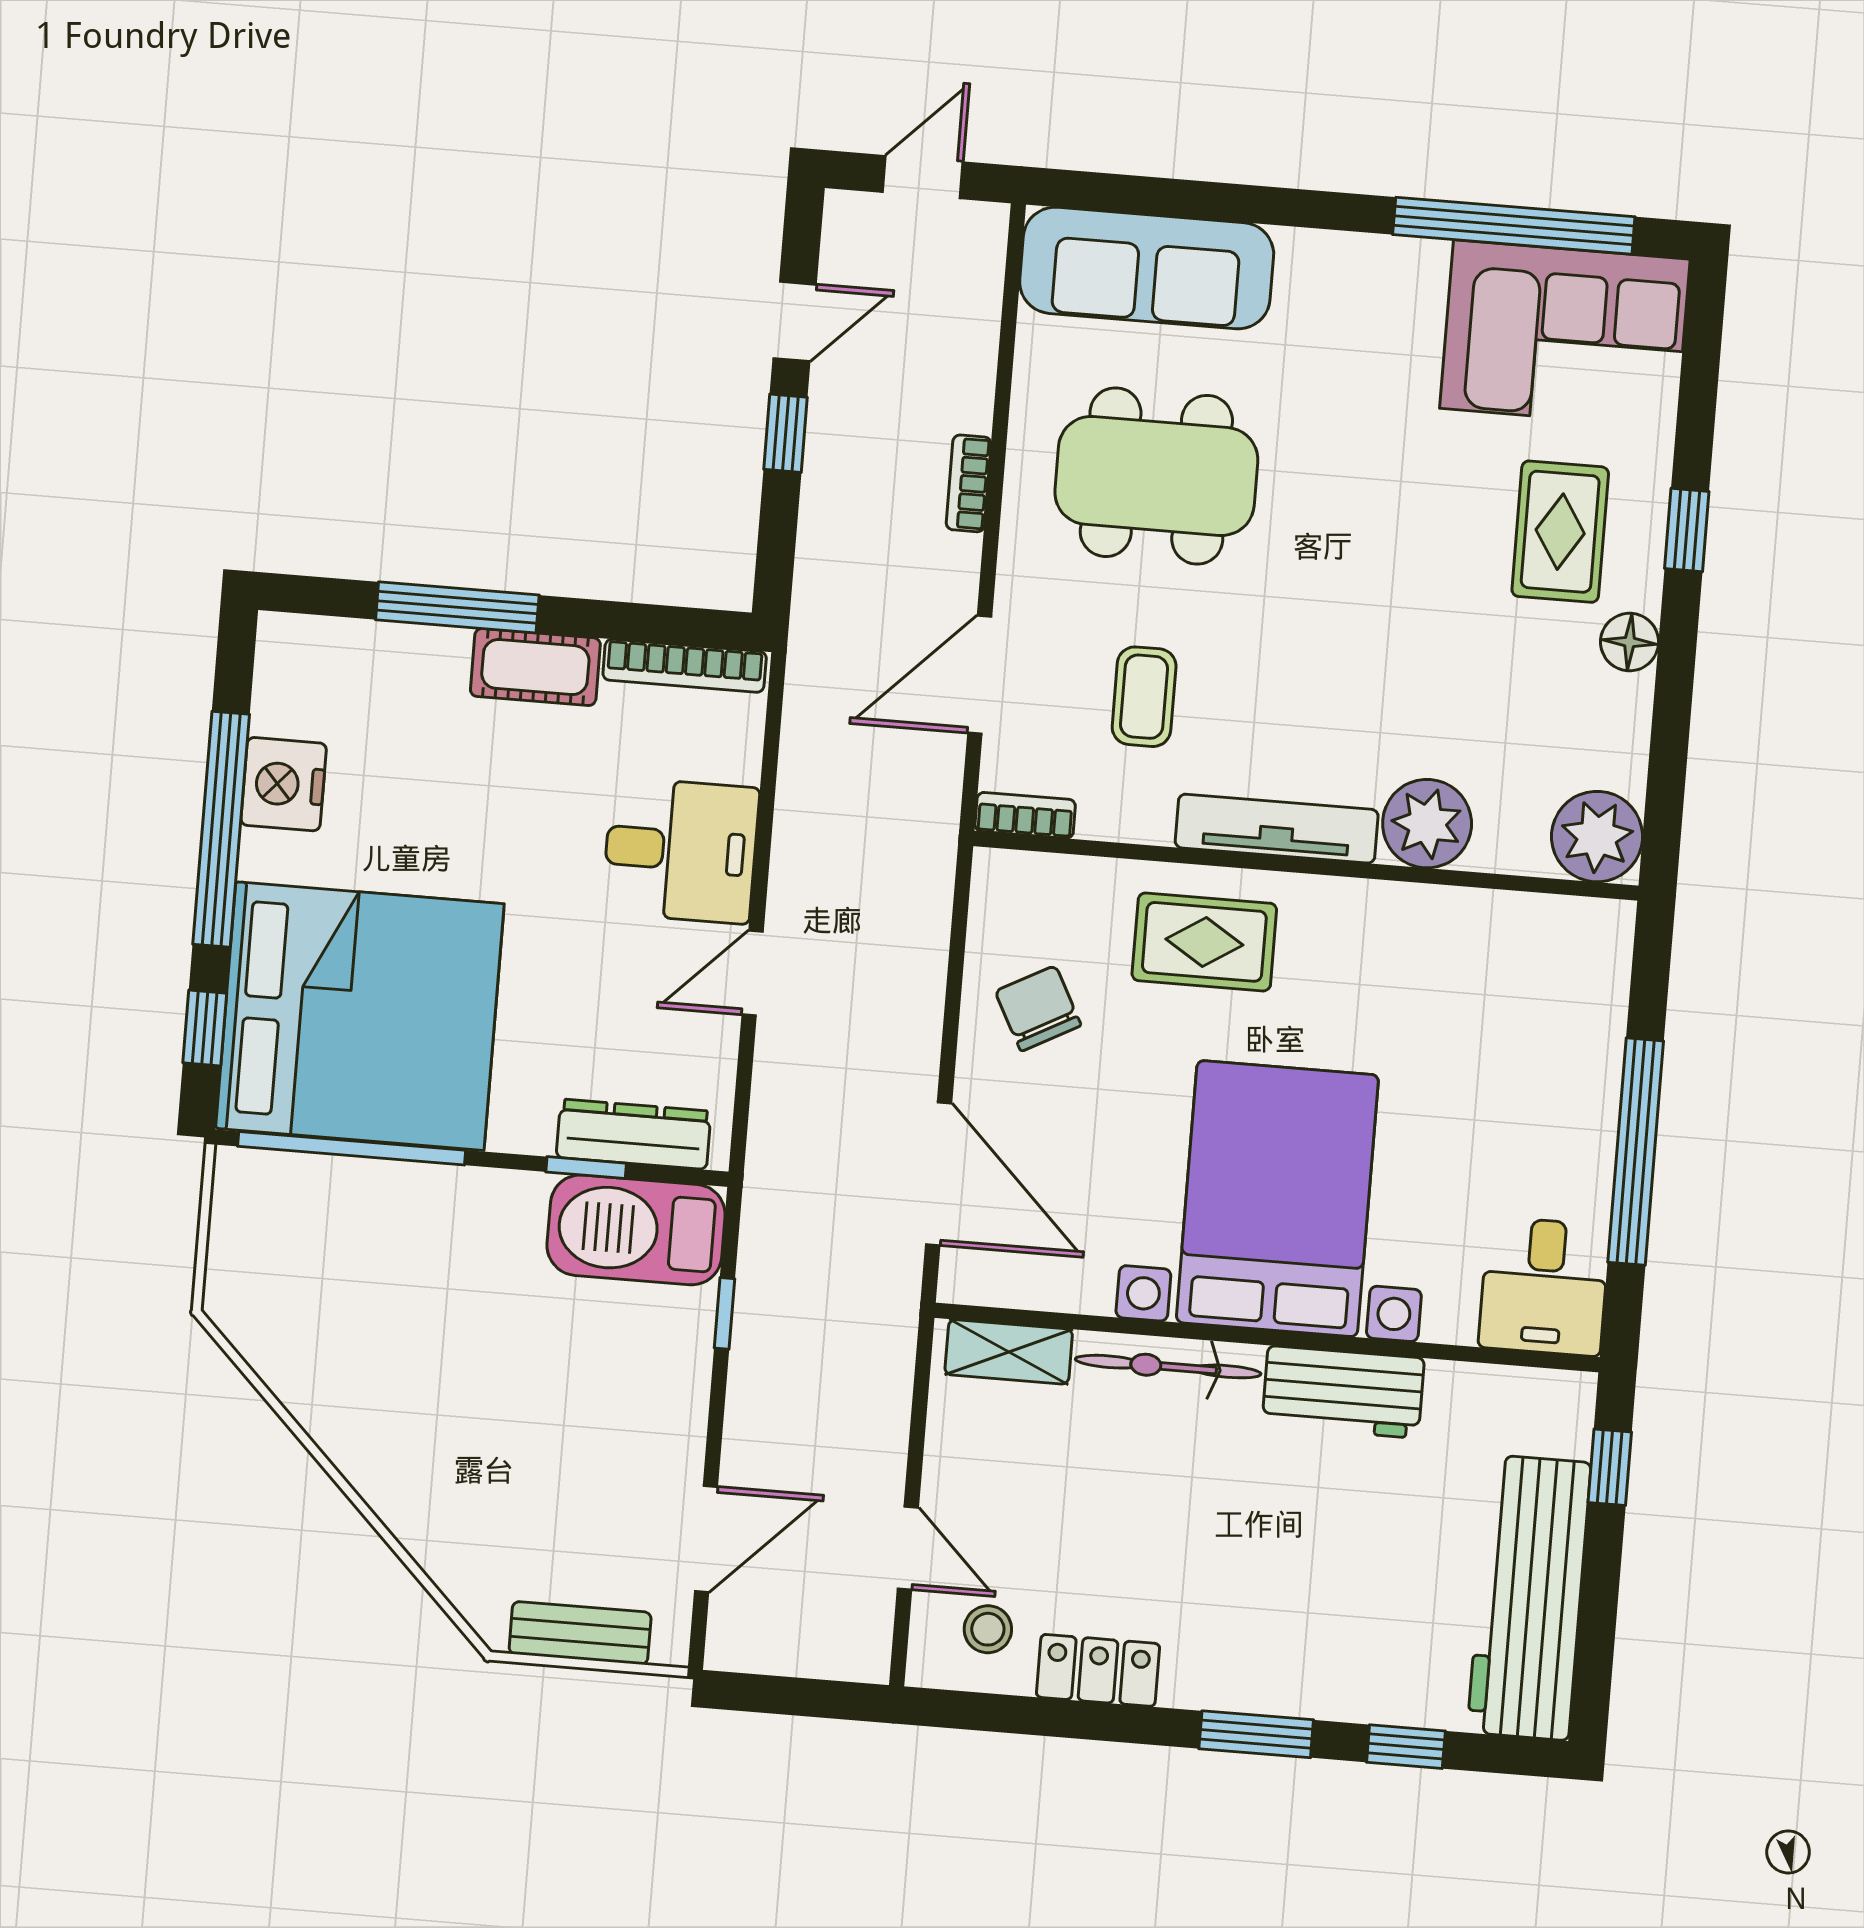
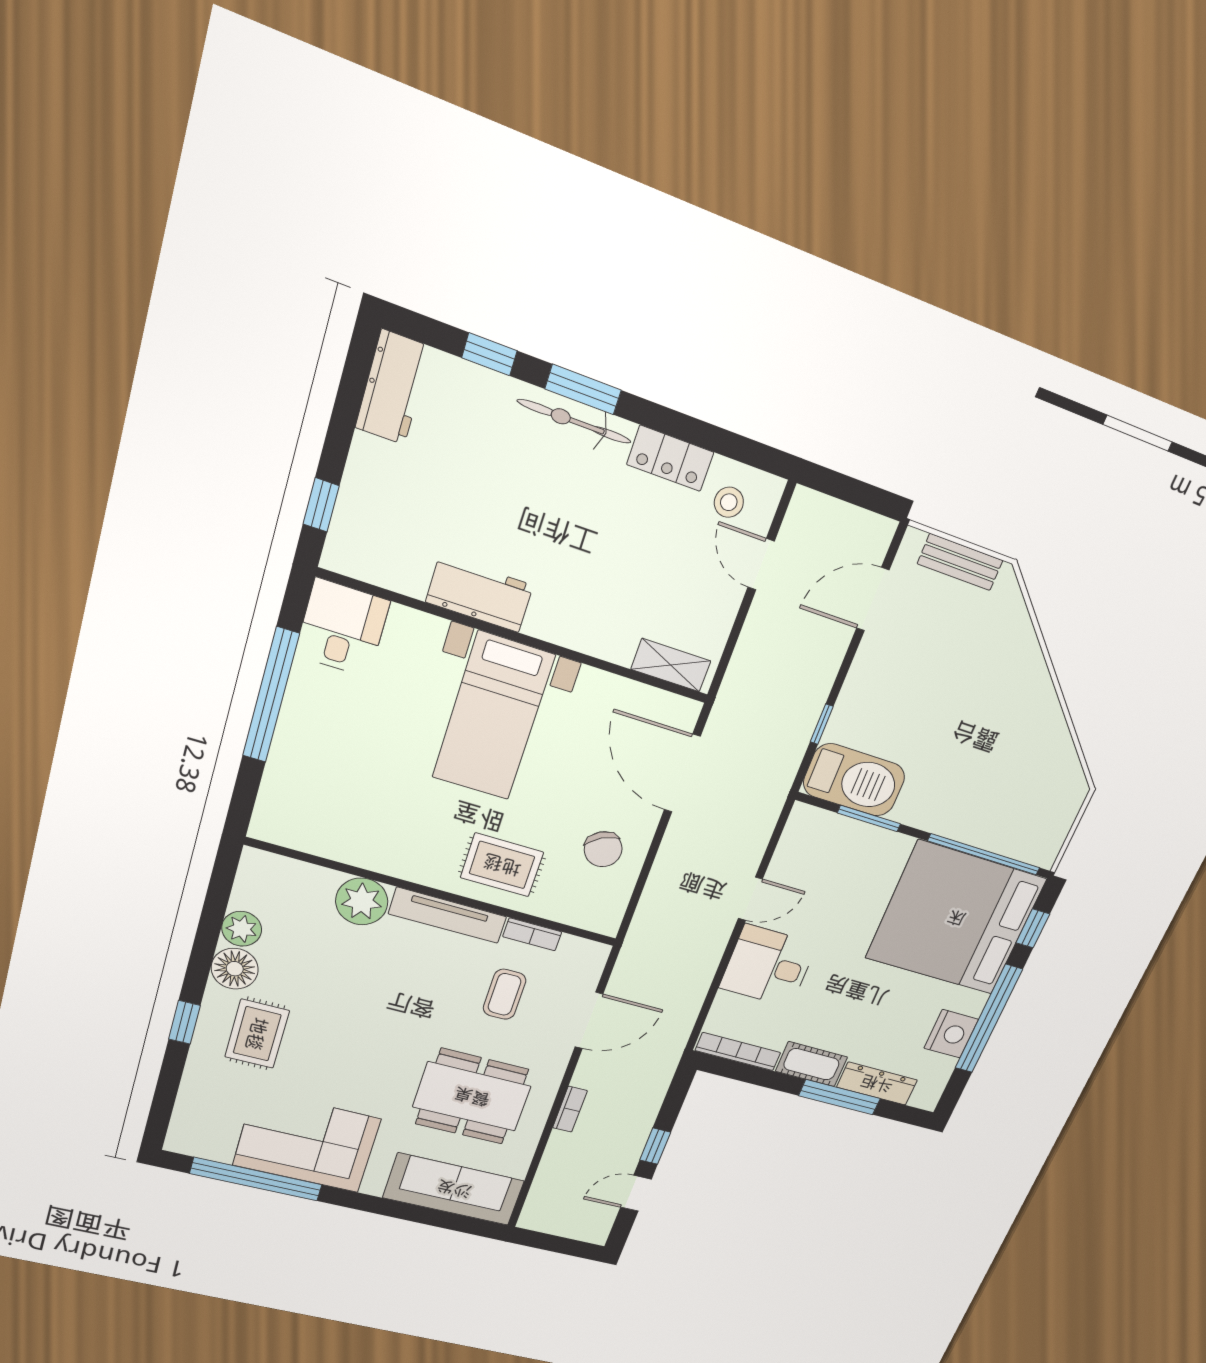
door: (923, 177) -> (555, 1244), removed
corner sofa: (1565, 334) -> (307, 1142), moved
floor lamp: (1630, 642) -> (235, 969), width x1.38, depth x1.38
bookcase: (1025, 815) -> (532, 934), moved
plant: (1597, 837) -> (242, 929), moved, width x0.73, depth x0.73
dresser: (634, 1134) -> (877, 1084), moved, turned 180
window: (586, 1168) -> (869, 818), width x1.50
bed with nightstands: (1277, 1199) -> (493, 716), width x0.73
bicycle: (1168, 1367) -> (574, 421), moved, turned 180
workbench: (1529, 1598) -> (393, 387), width x0.53, depth x0.76

